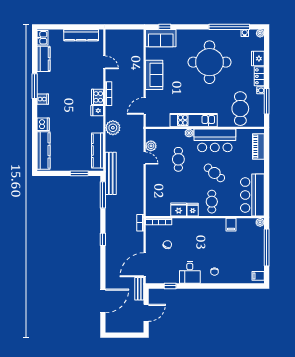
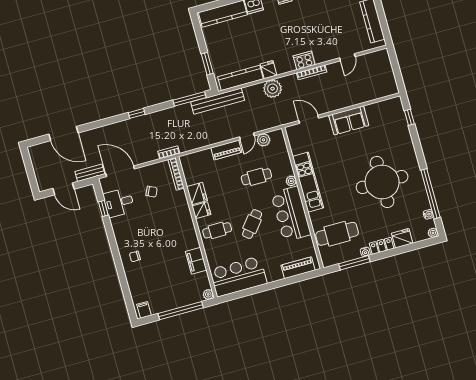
sofa: (161, 38) -> (395, 116), removed
fridge: (97, 111) -> (269, 70), moved
piano: (151, 177) -> (226, 150), added
filing cabinet: (231, 225) -> (196, 261), width x2.00
desk: (190, 272) -> (119, 202), moved

